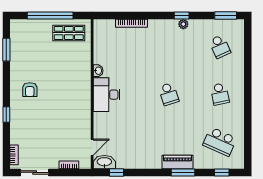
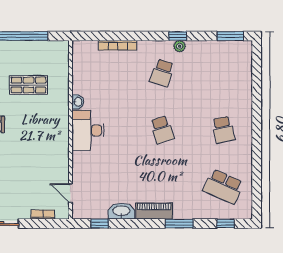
shop shelf: (69, 33) -> (29, 85), moved
school desk: (220, 46) -> (162, 73), moved, turned 42
door: (92, 147) -> (71, 193), swing flipped
washbasin: (104, 162) -> (121, 211), moved
piano: (178, 162) -> (154, 211), moved

